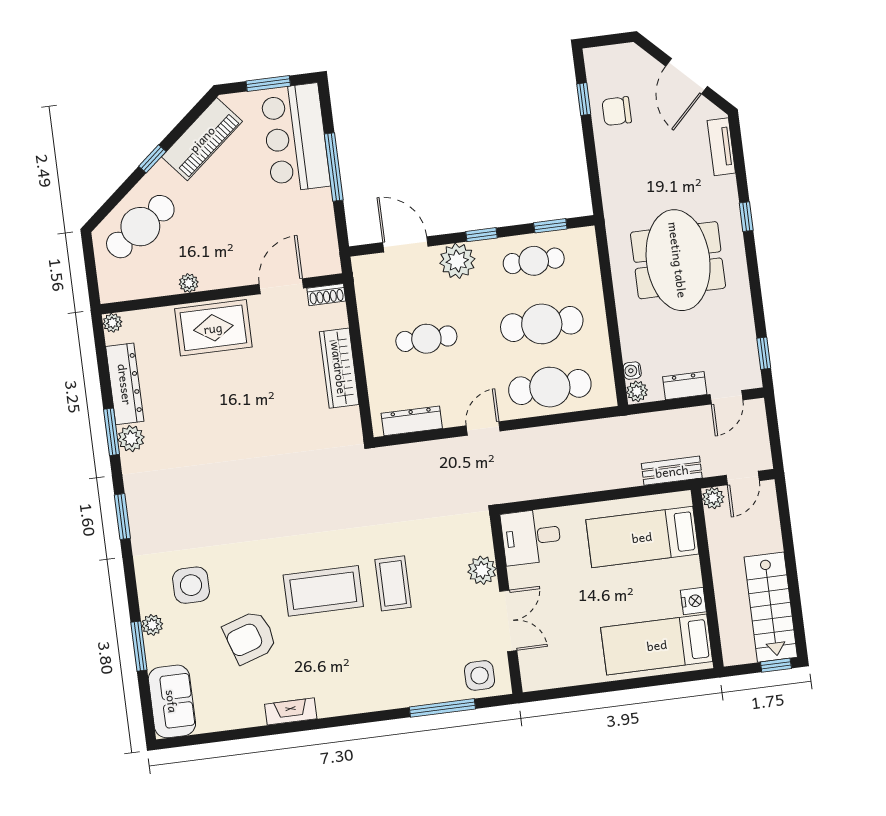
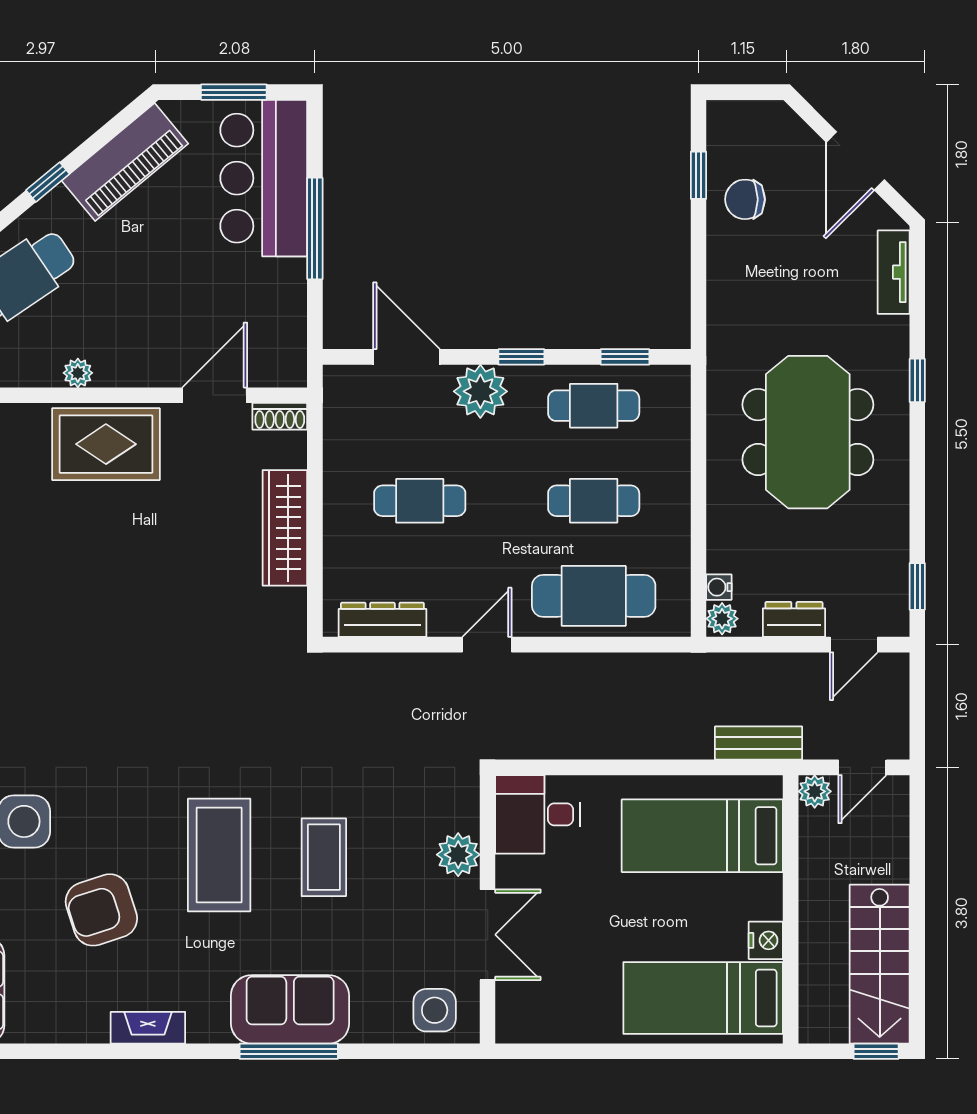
cafe table: (542, 324) -> (594, 501), width x0.73, depth x0.74
coffee table: (323, 591) -> (219, 855), turned 90
sofa: (384, 687) -> (290, 1009), added
window: (442, 708) -> (289, 1051), moved

